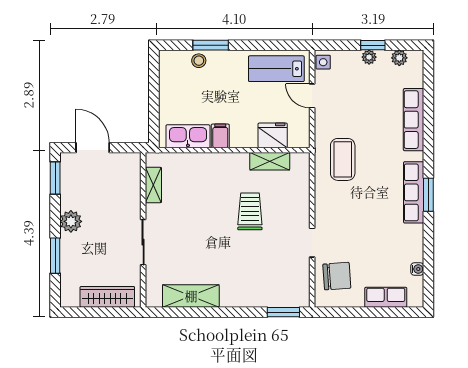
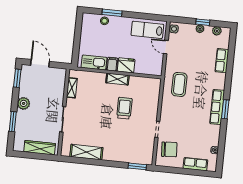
row of seats: (414, 120) -> (222, 61), width x0.68
fridge: (273, 135) -> (126, 65), moved
shelving: (270, 161) -> (117, 79), moved

